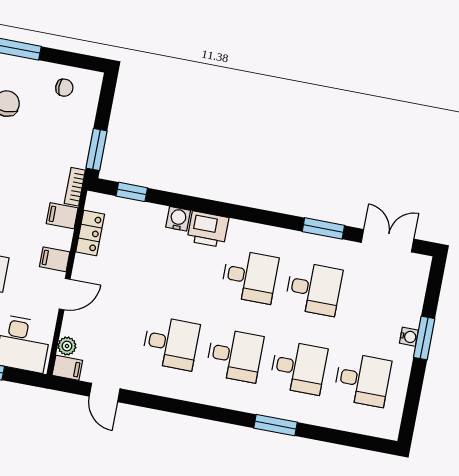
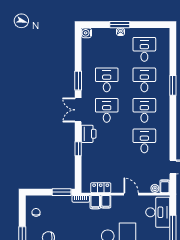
window: (132, 192) -> (78, 149), moved
water cooler: (178, 219) -> (86, 33), moved
double door: (388, 241) -> (78, 110), moved
filing cabinet: (55, 259) -> (106, 202), moved

